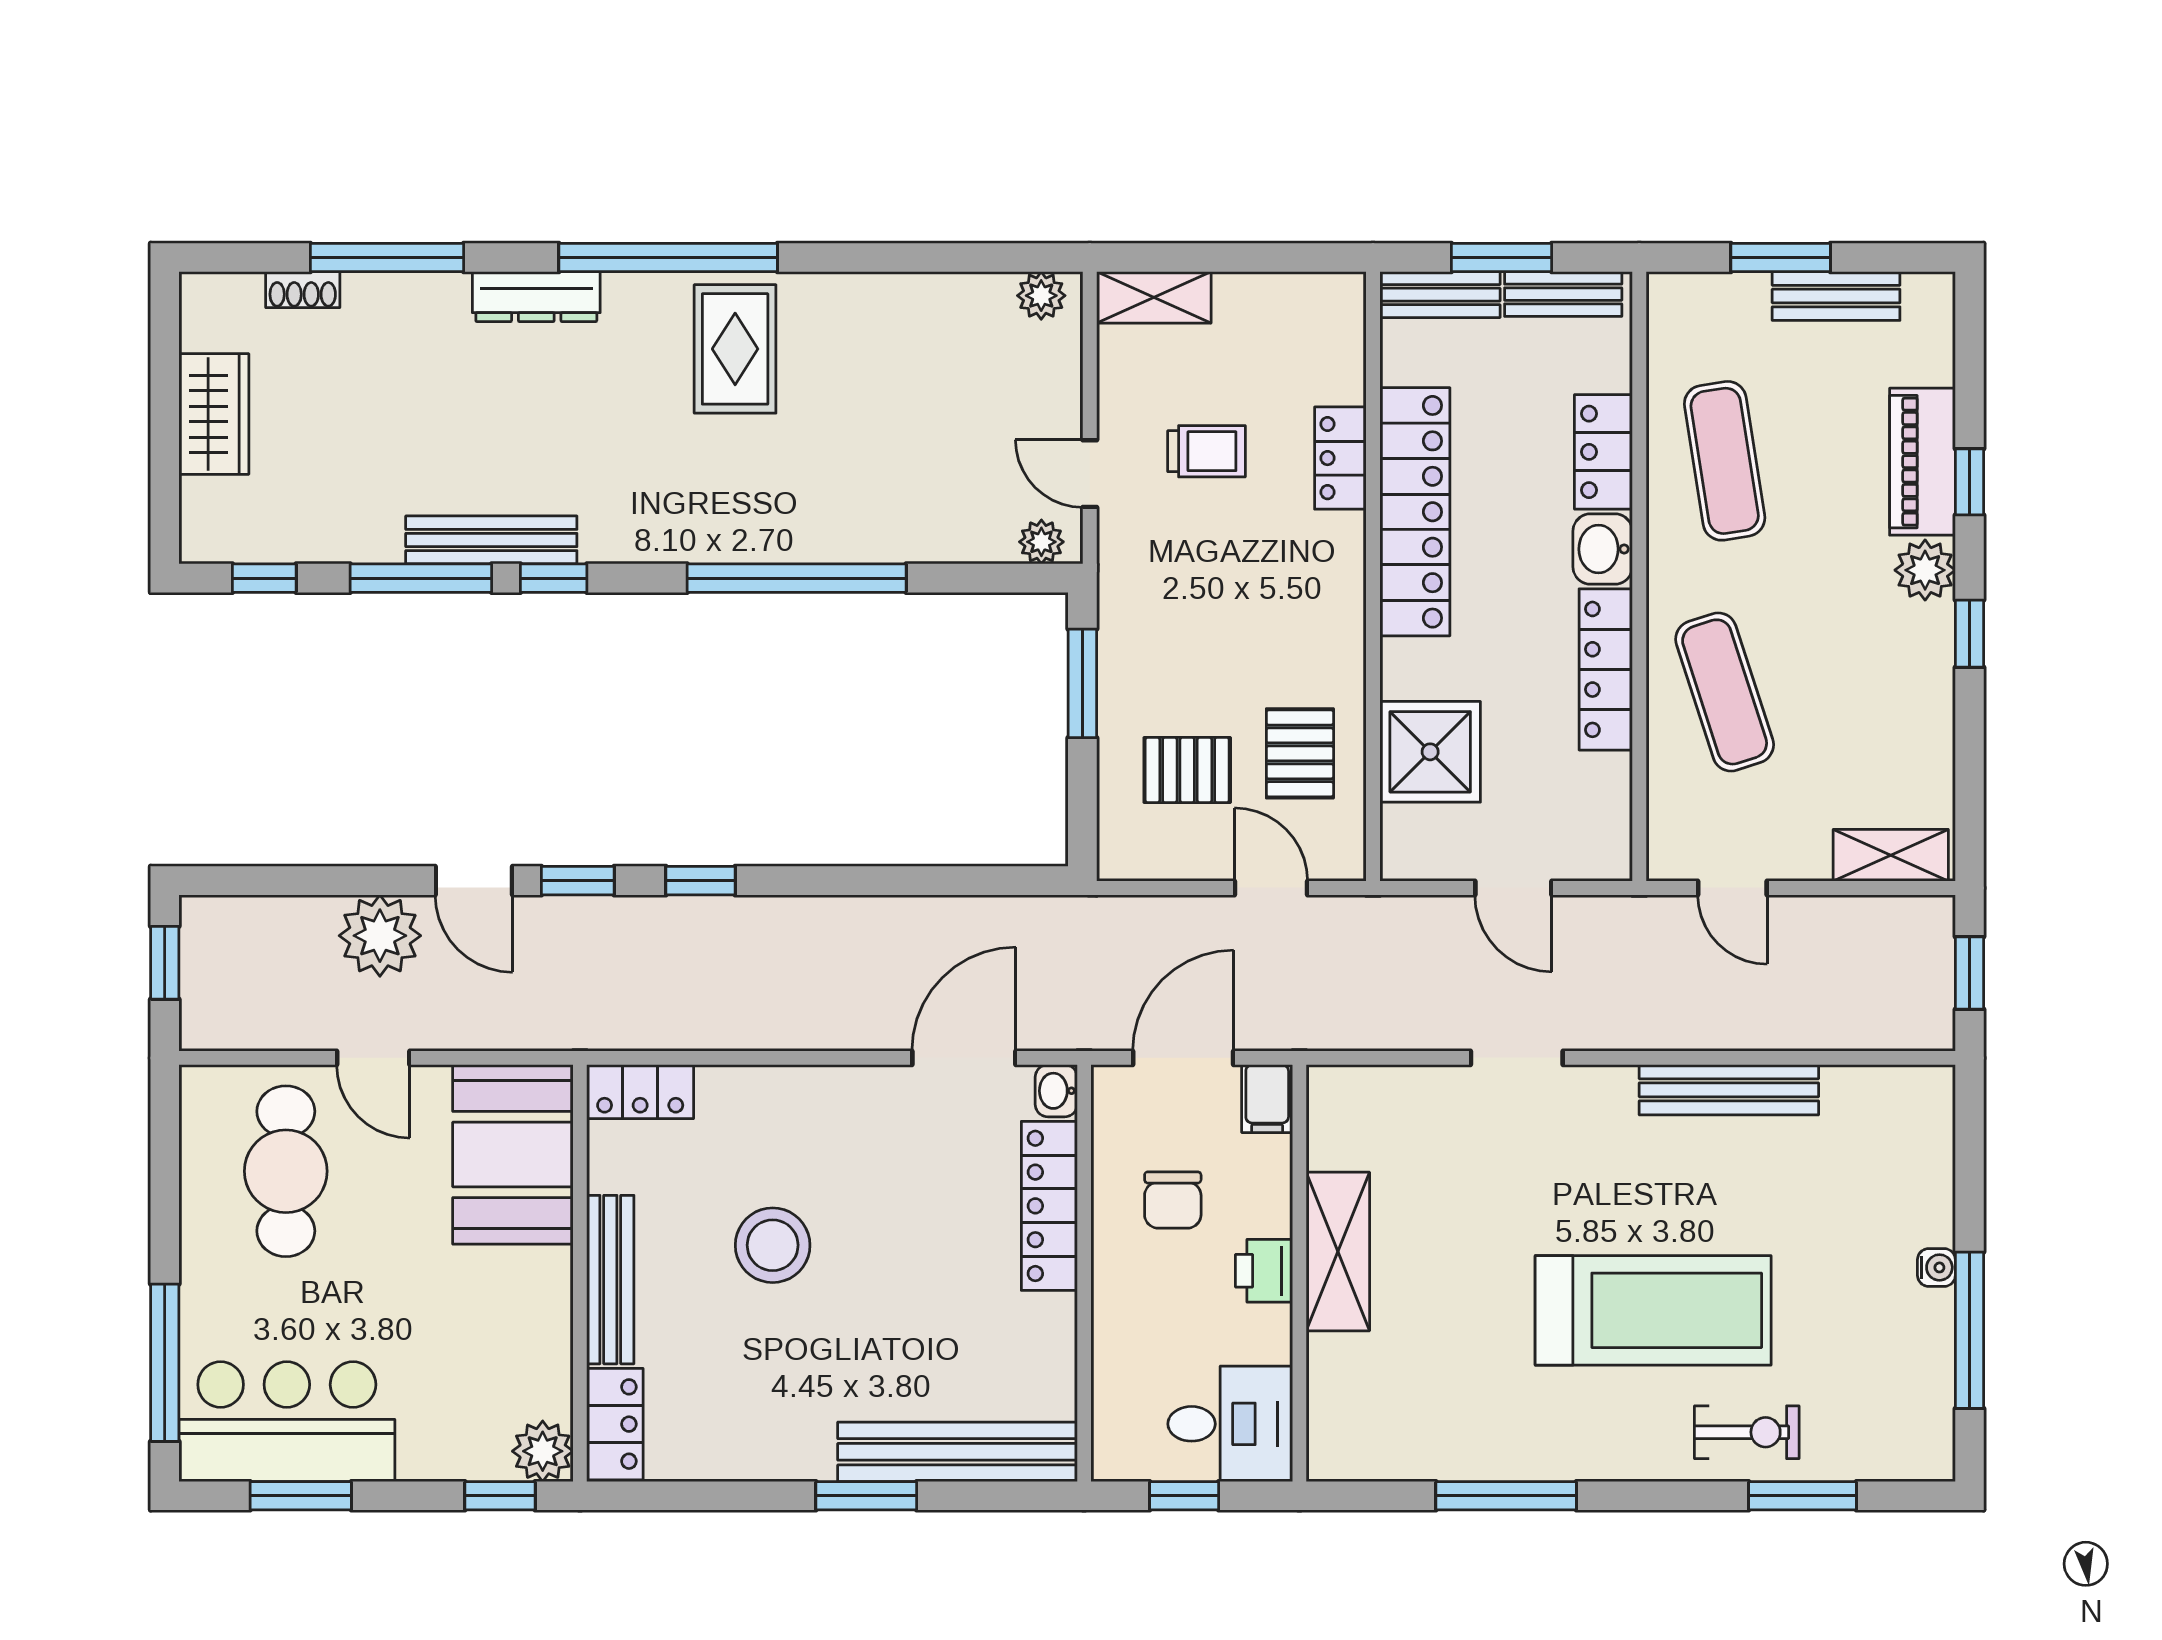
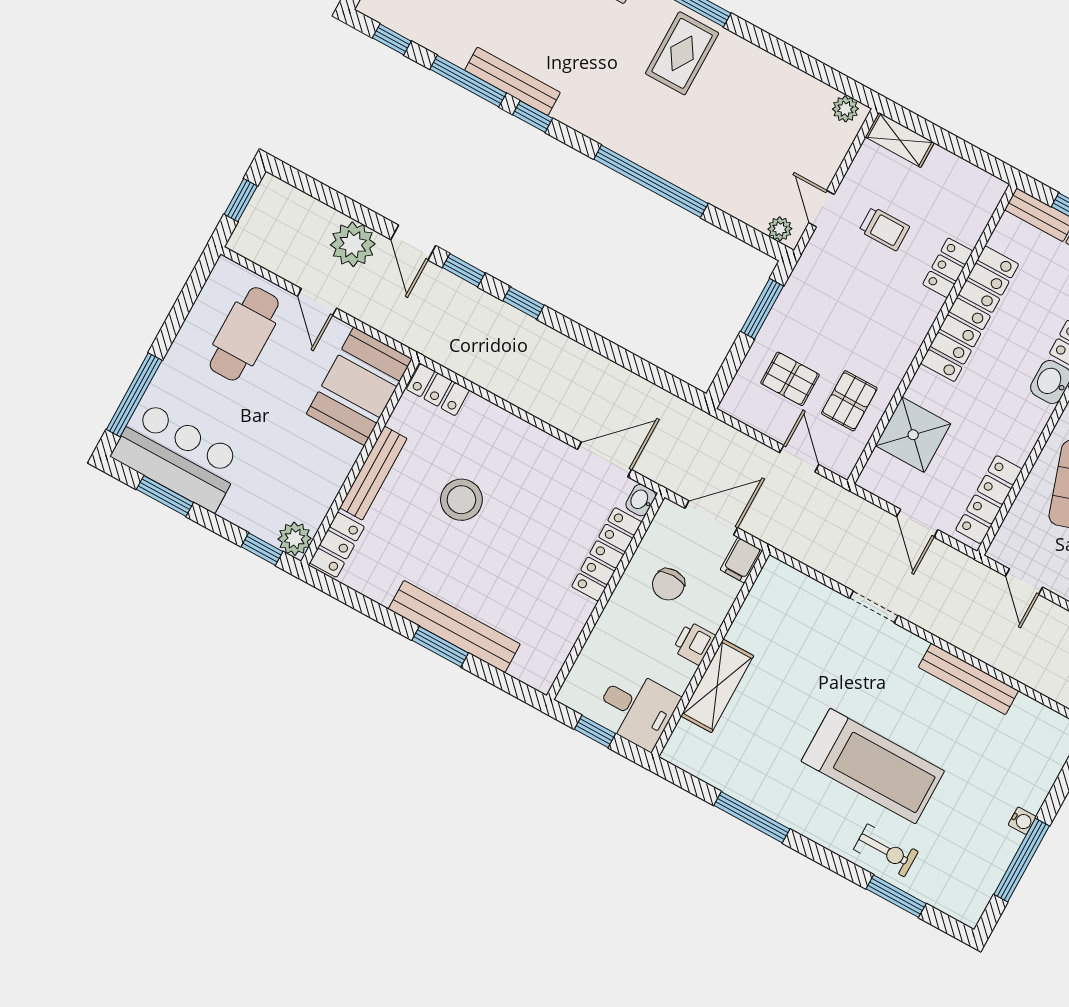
locker: (1606, 669) -> (989, 500), moved
shelving: (1338, 1252) -> (717, 686), moved
bench: (957, 1452) -> (454, 627), moved

